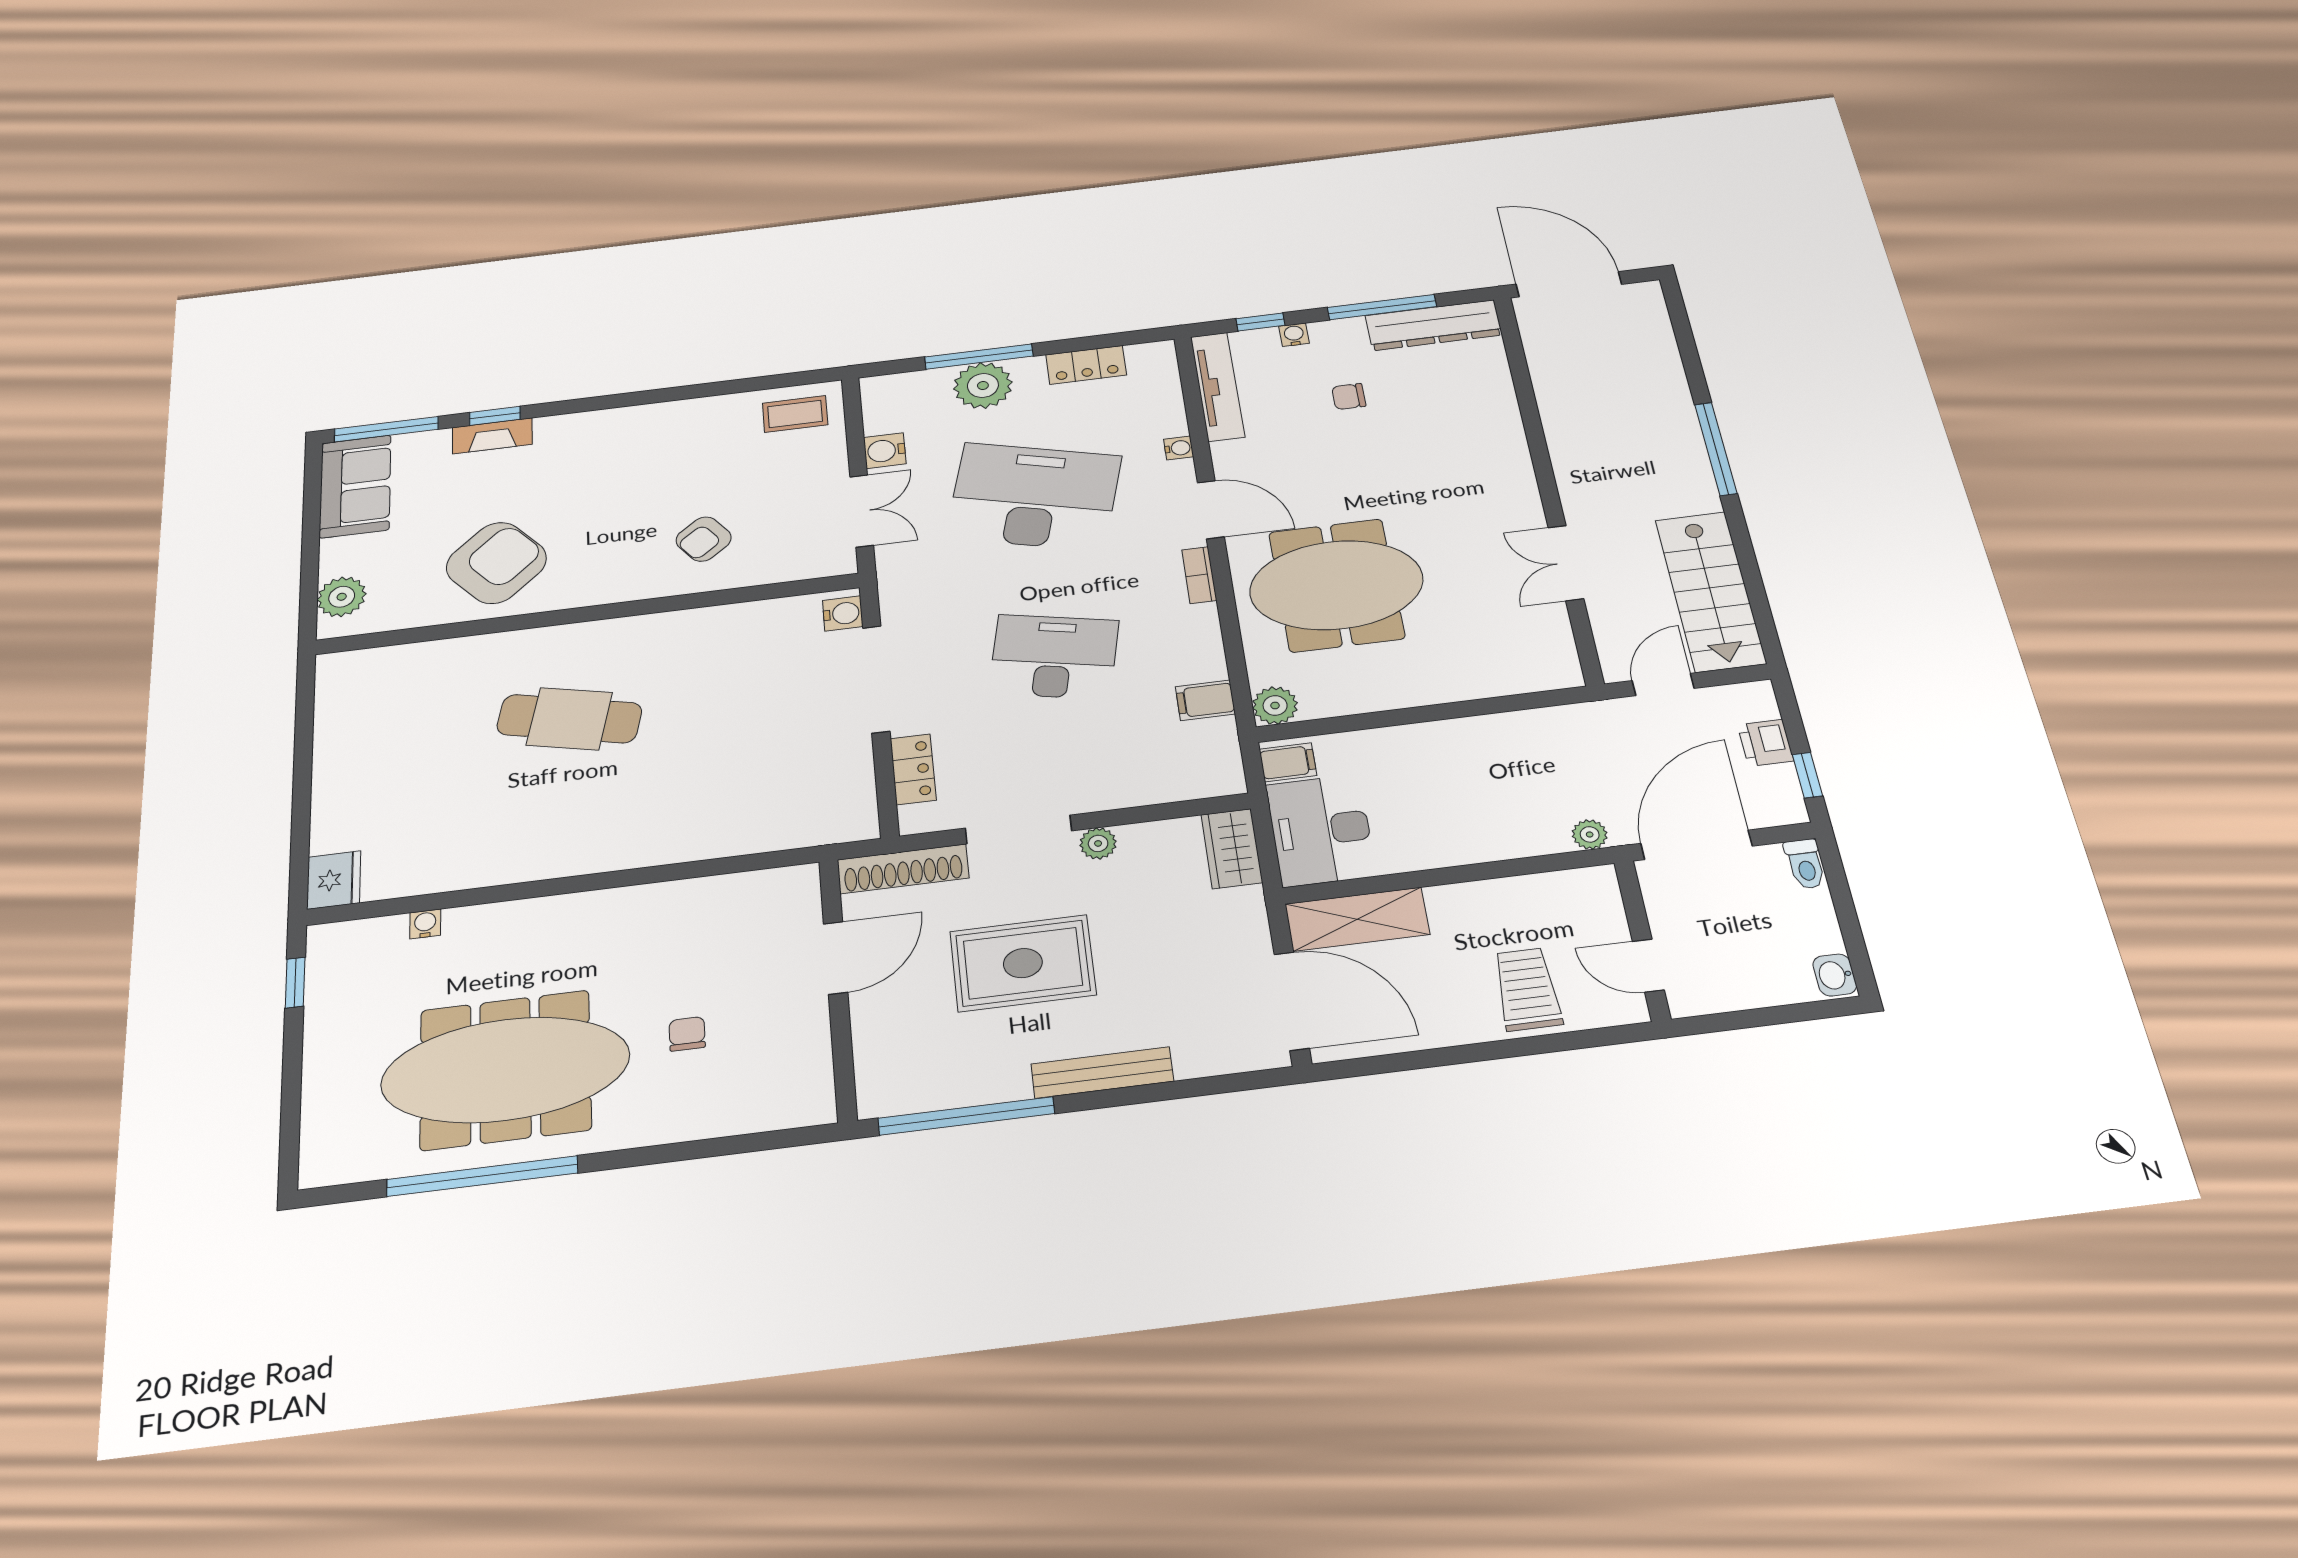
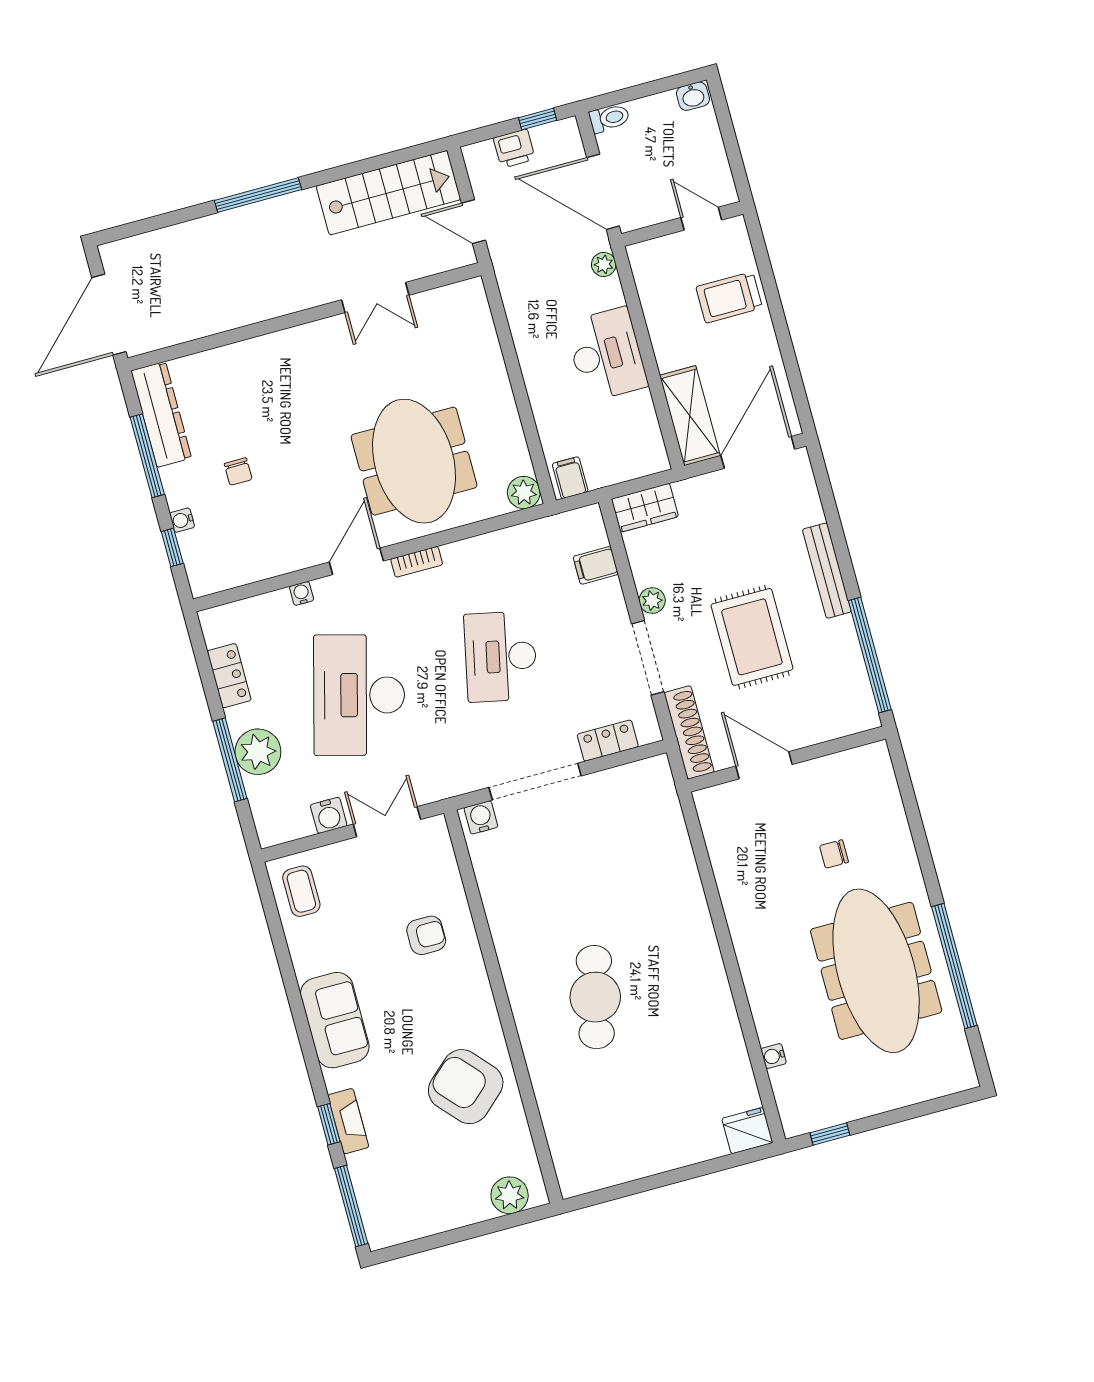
tv unit: (1218, 387) -> (239, 572), removed
sofa: (355, 486) -> (335, 1020), moved, turned 90
armchair: (704, 539) -> (426, 935), turned -52
filing cabinet: (1205, 700) -> (596, 565), moved, turned 90
desk: (1321, 830) -> (606, 354), moved, turned -90
door: (1648, 966) -> (701, 219), swing flipped

